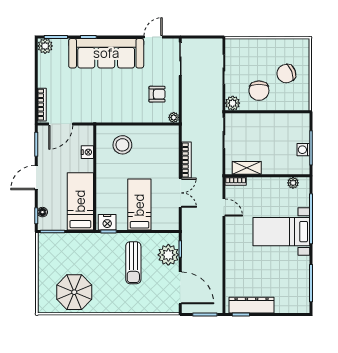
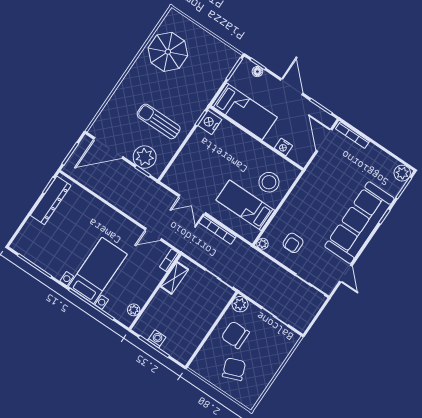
bed: (139, 205) -> (245, 205), moved, turned 180

